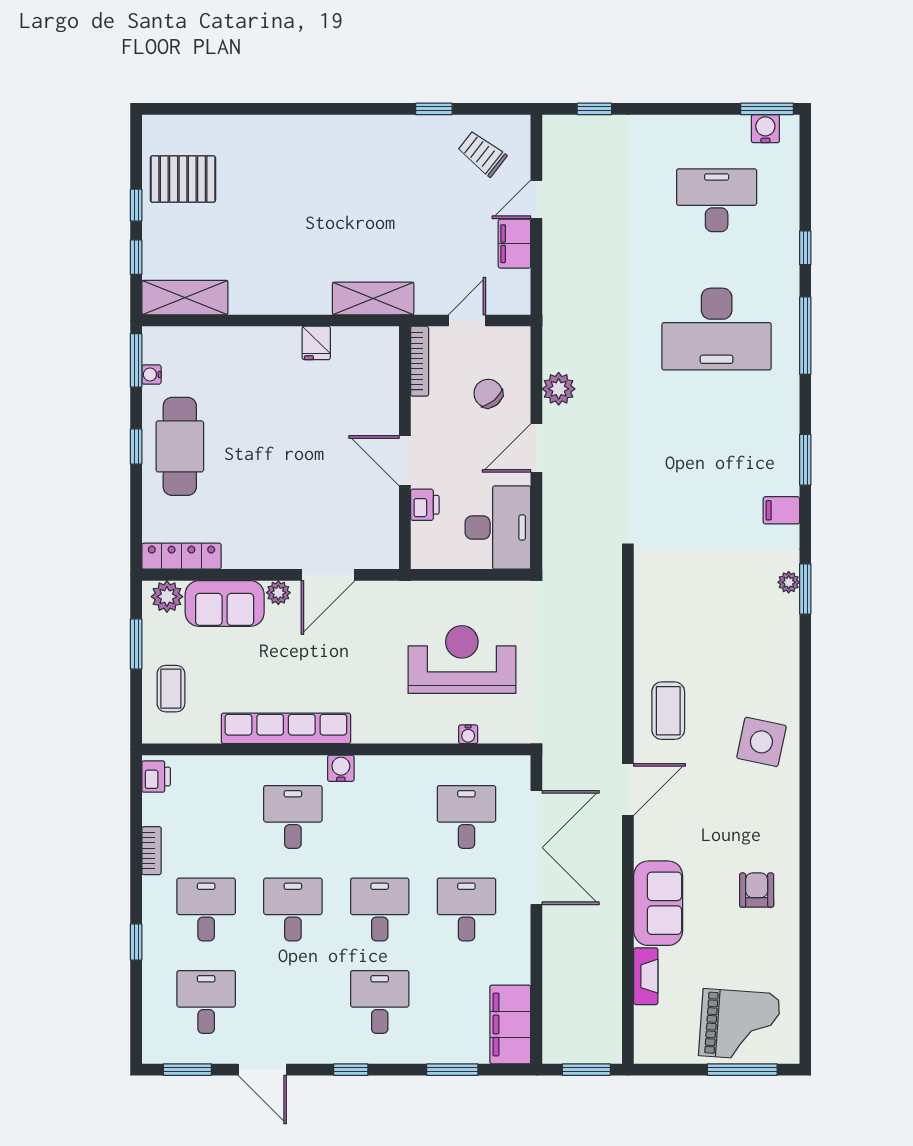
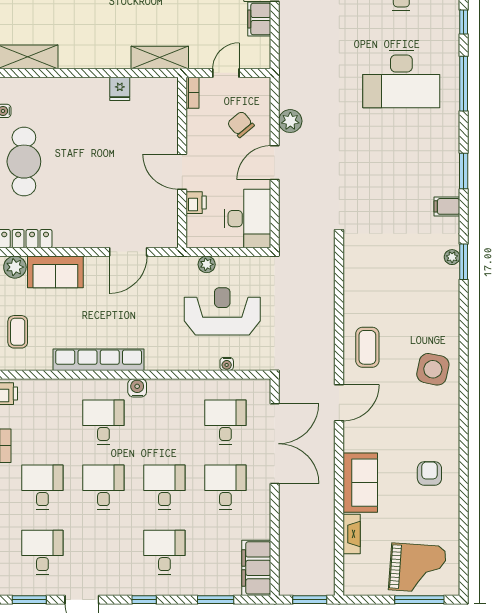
bookcase: (420, 361) -> (193, 93), width x0.64
plant: (278, 593) -> (207, 264), moved

